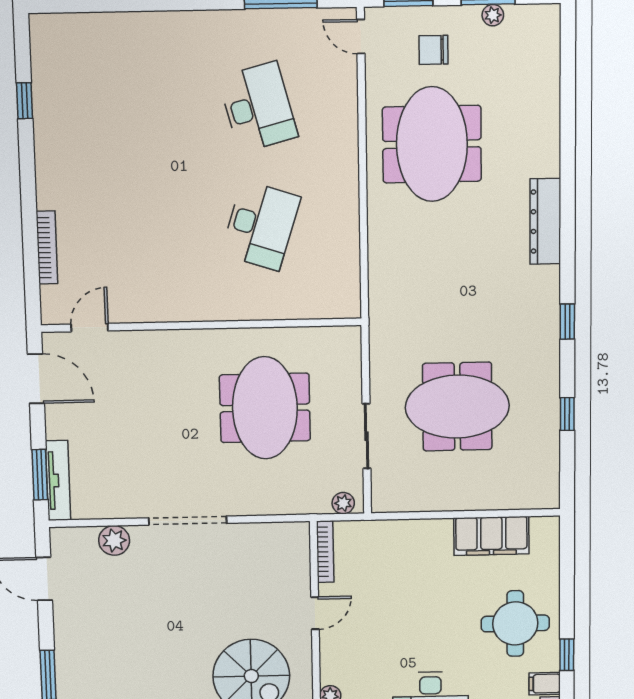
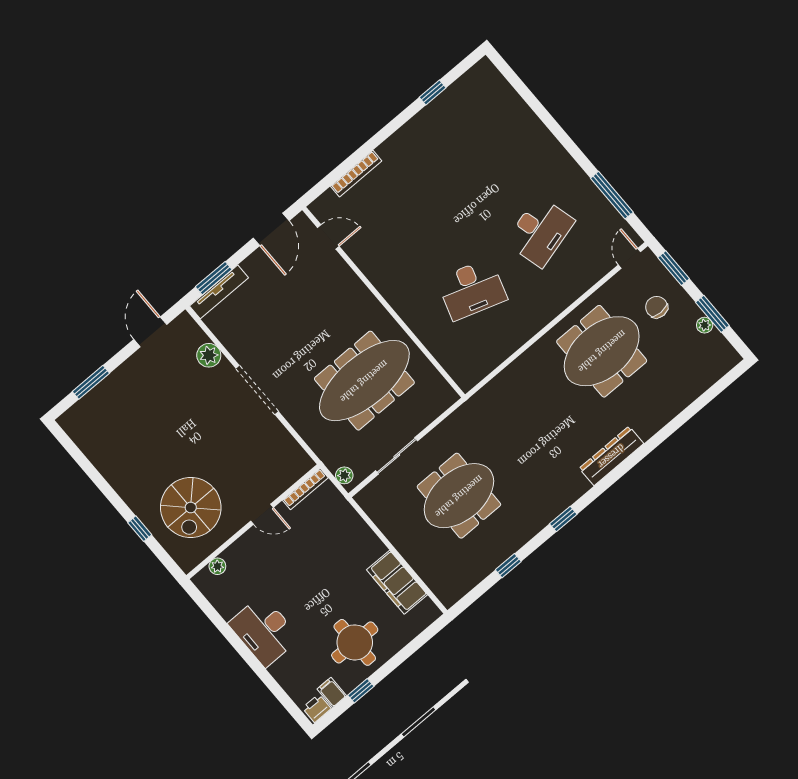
meeting table: (457, 407) -> (459, 496), turned 90
meeting table: (265, 408) -> (364, 381), width x1.36

